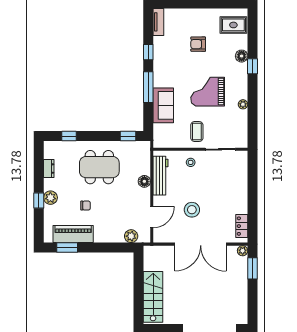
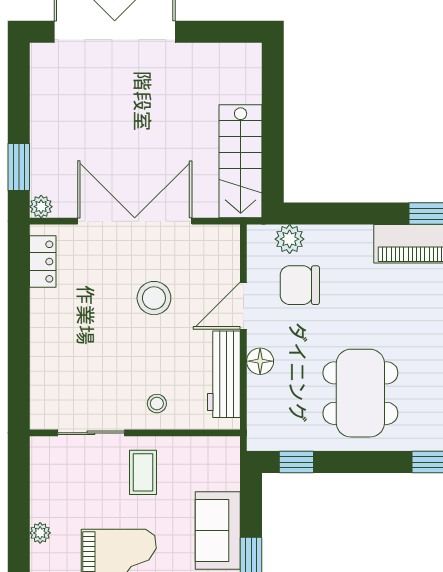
dining table: (99, 167) -> (360, 393), turned 90
chair: (86, 206) -> (300, 285), moved, width x1.87, depth x1.87
door: (152, 217) -> (243, 306), moved
stairs: (153, 297) -> (241, 161), moved

